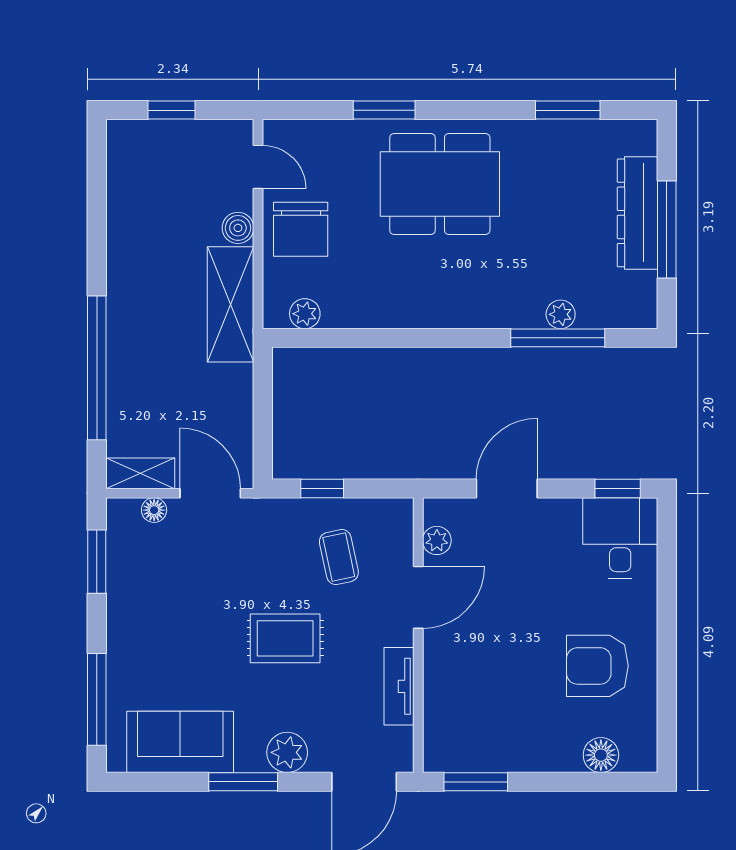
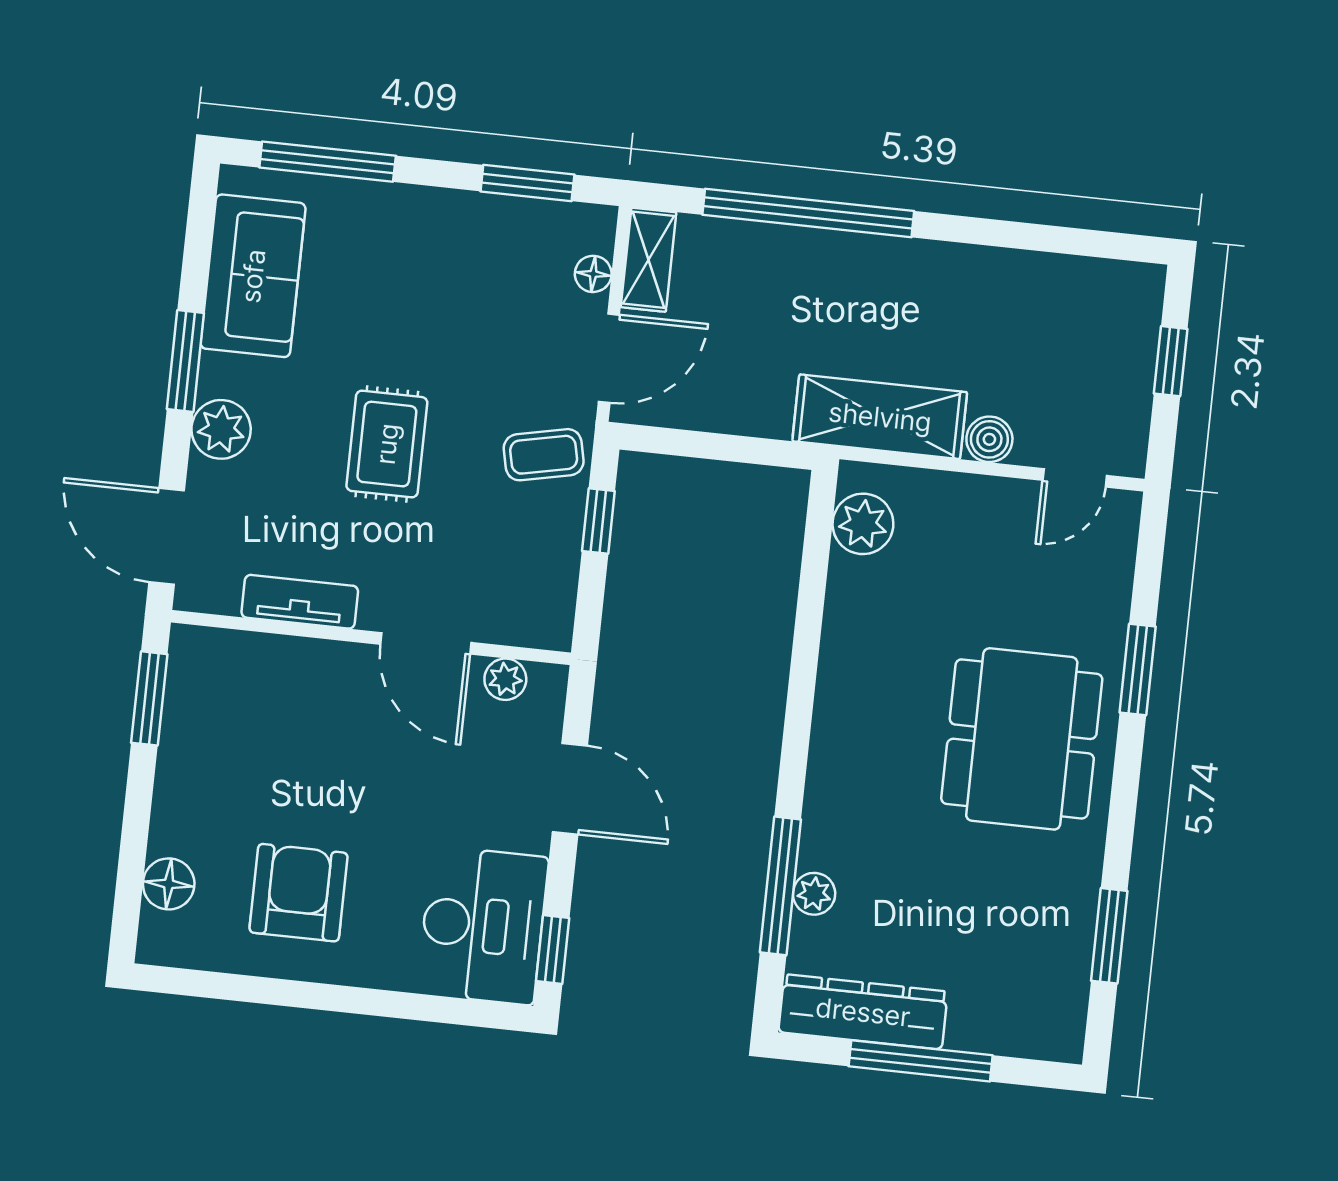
dresser: (637, 213) -> (863, 1012), moved
chair: (301, 229) -> (978, 530), removed
plant: (305, 314) -> (863, 524), width x1.38, depth x1.38
desk: (620, 538) -> (483, 925), width x1.37
coffee table: (339, 557) -> (544, 455), moved

